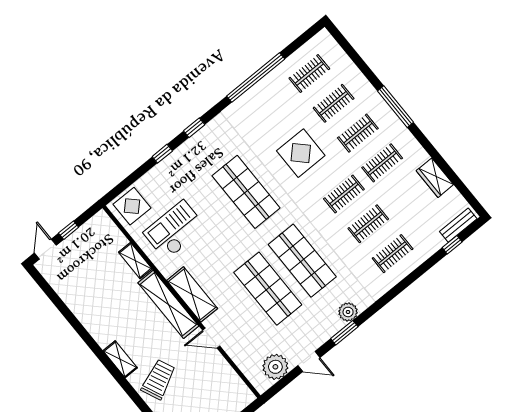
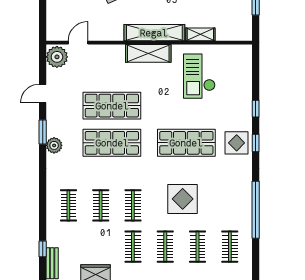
display table: (132, 206) -> (237, 143), moved
checkout: (175, 230) -> (199, 76), turned 180
door: (211, 338) -> (78, 43), moved
plant: (275, 367) -> (57, 57), moved

